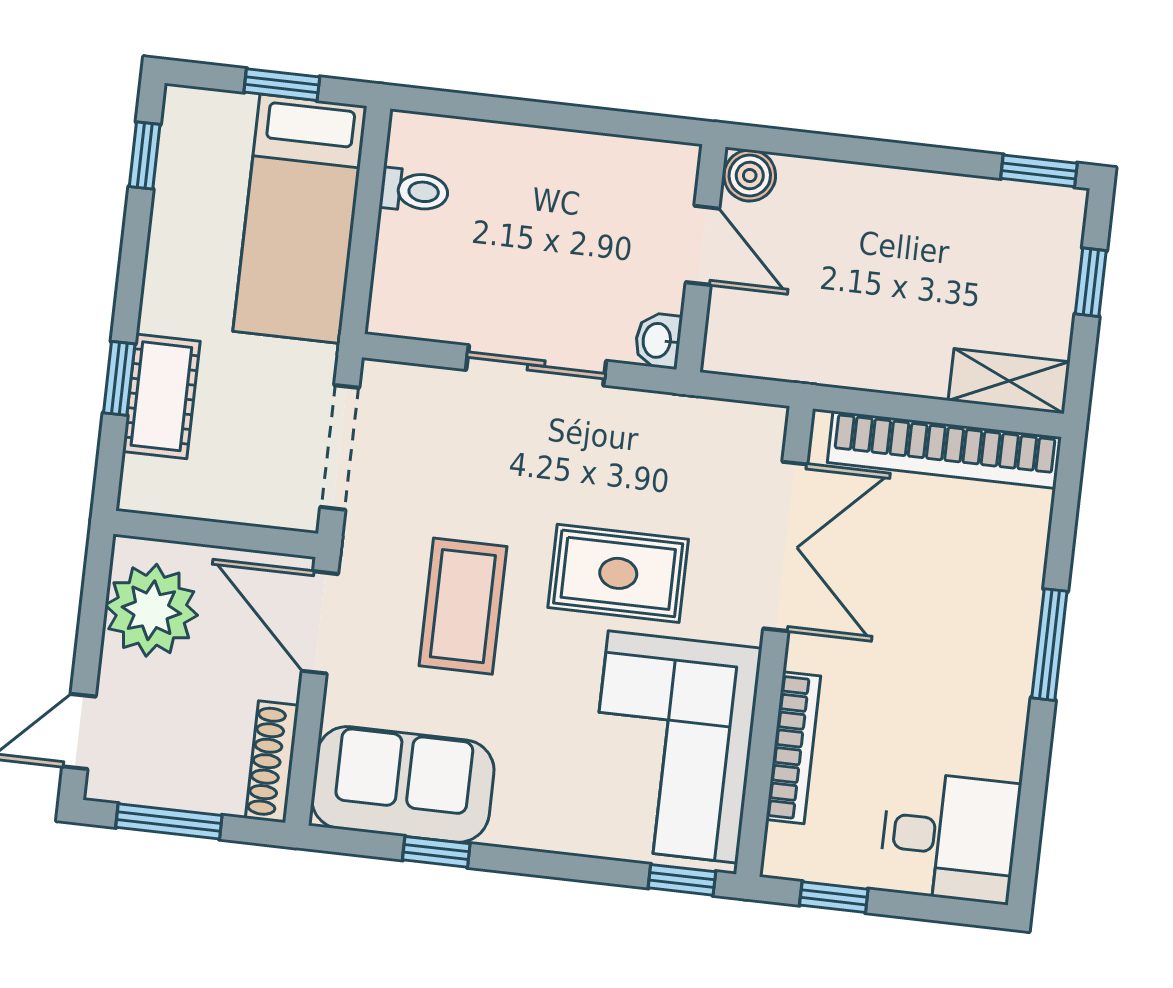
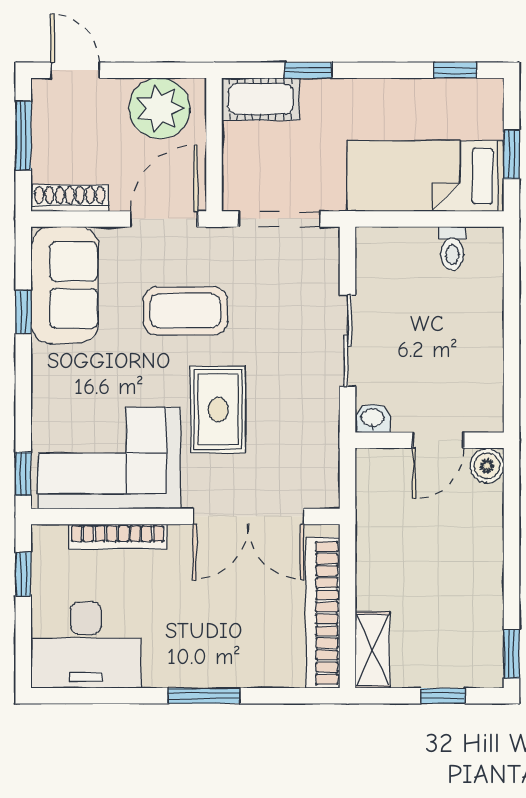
cot: (161, 396) -> (261, 99), moved
desk: (950, 837) -> (86, 645), width x1.37

